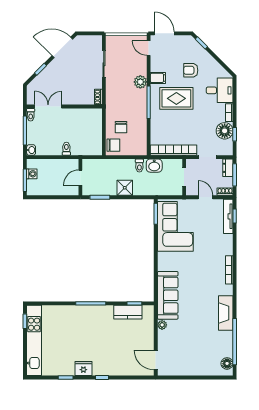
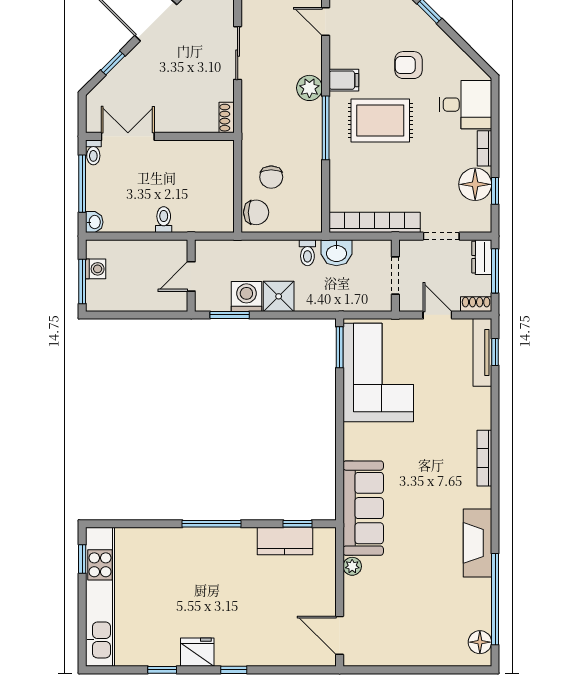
washing machine: (108, 188) -> (246, 296), added

